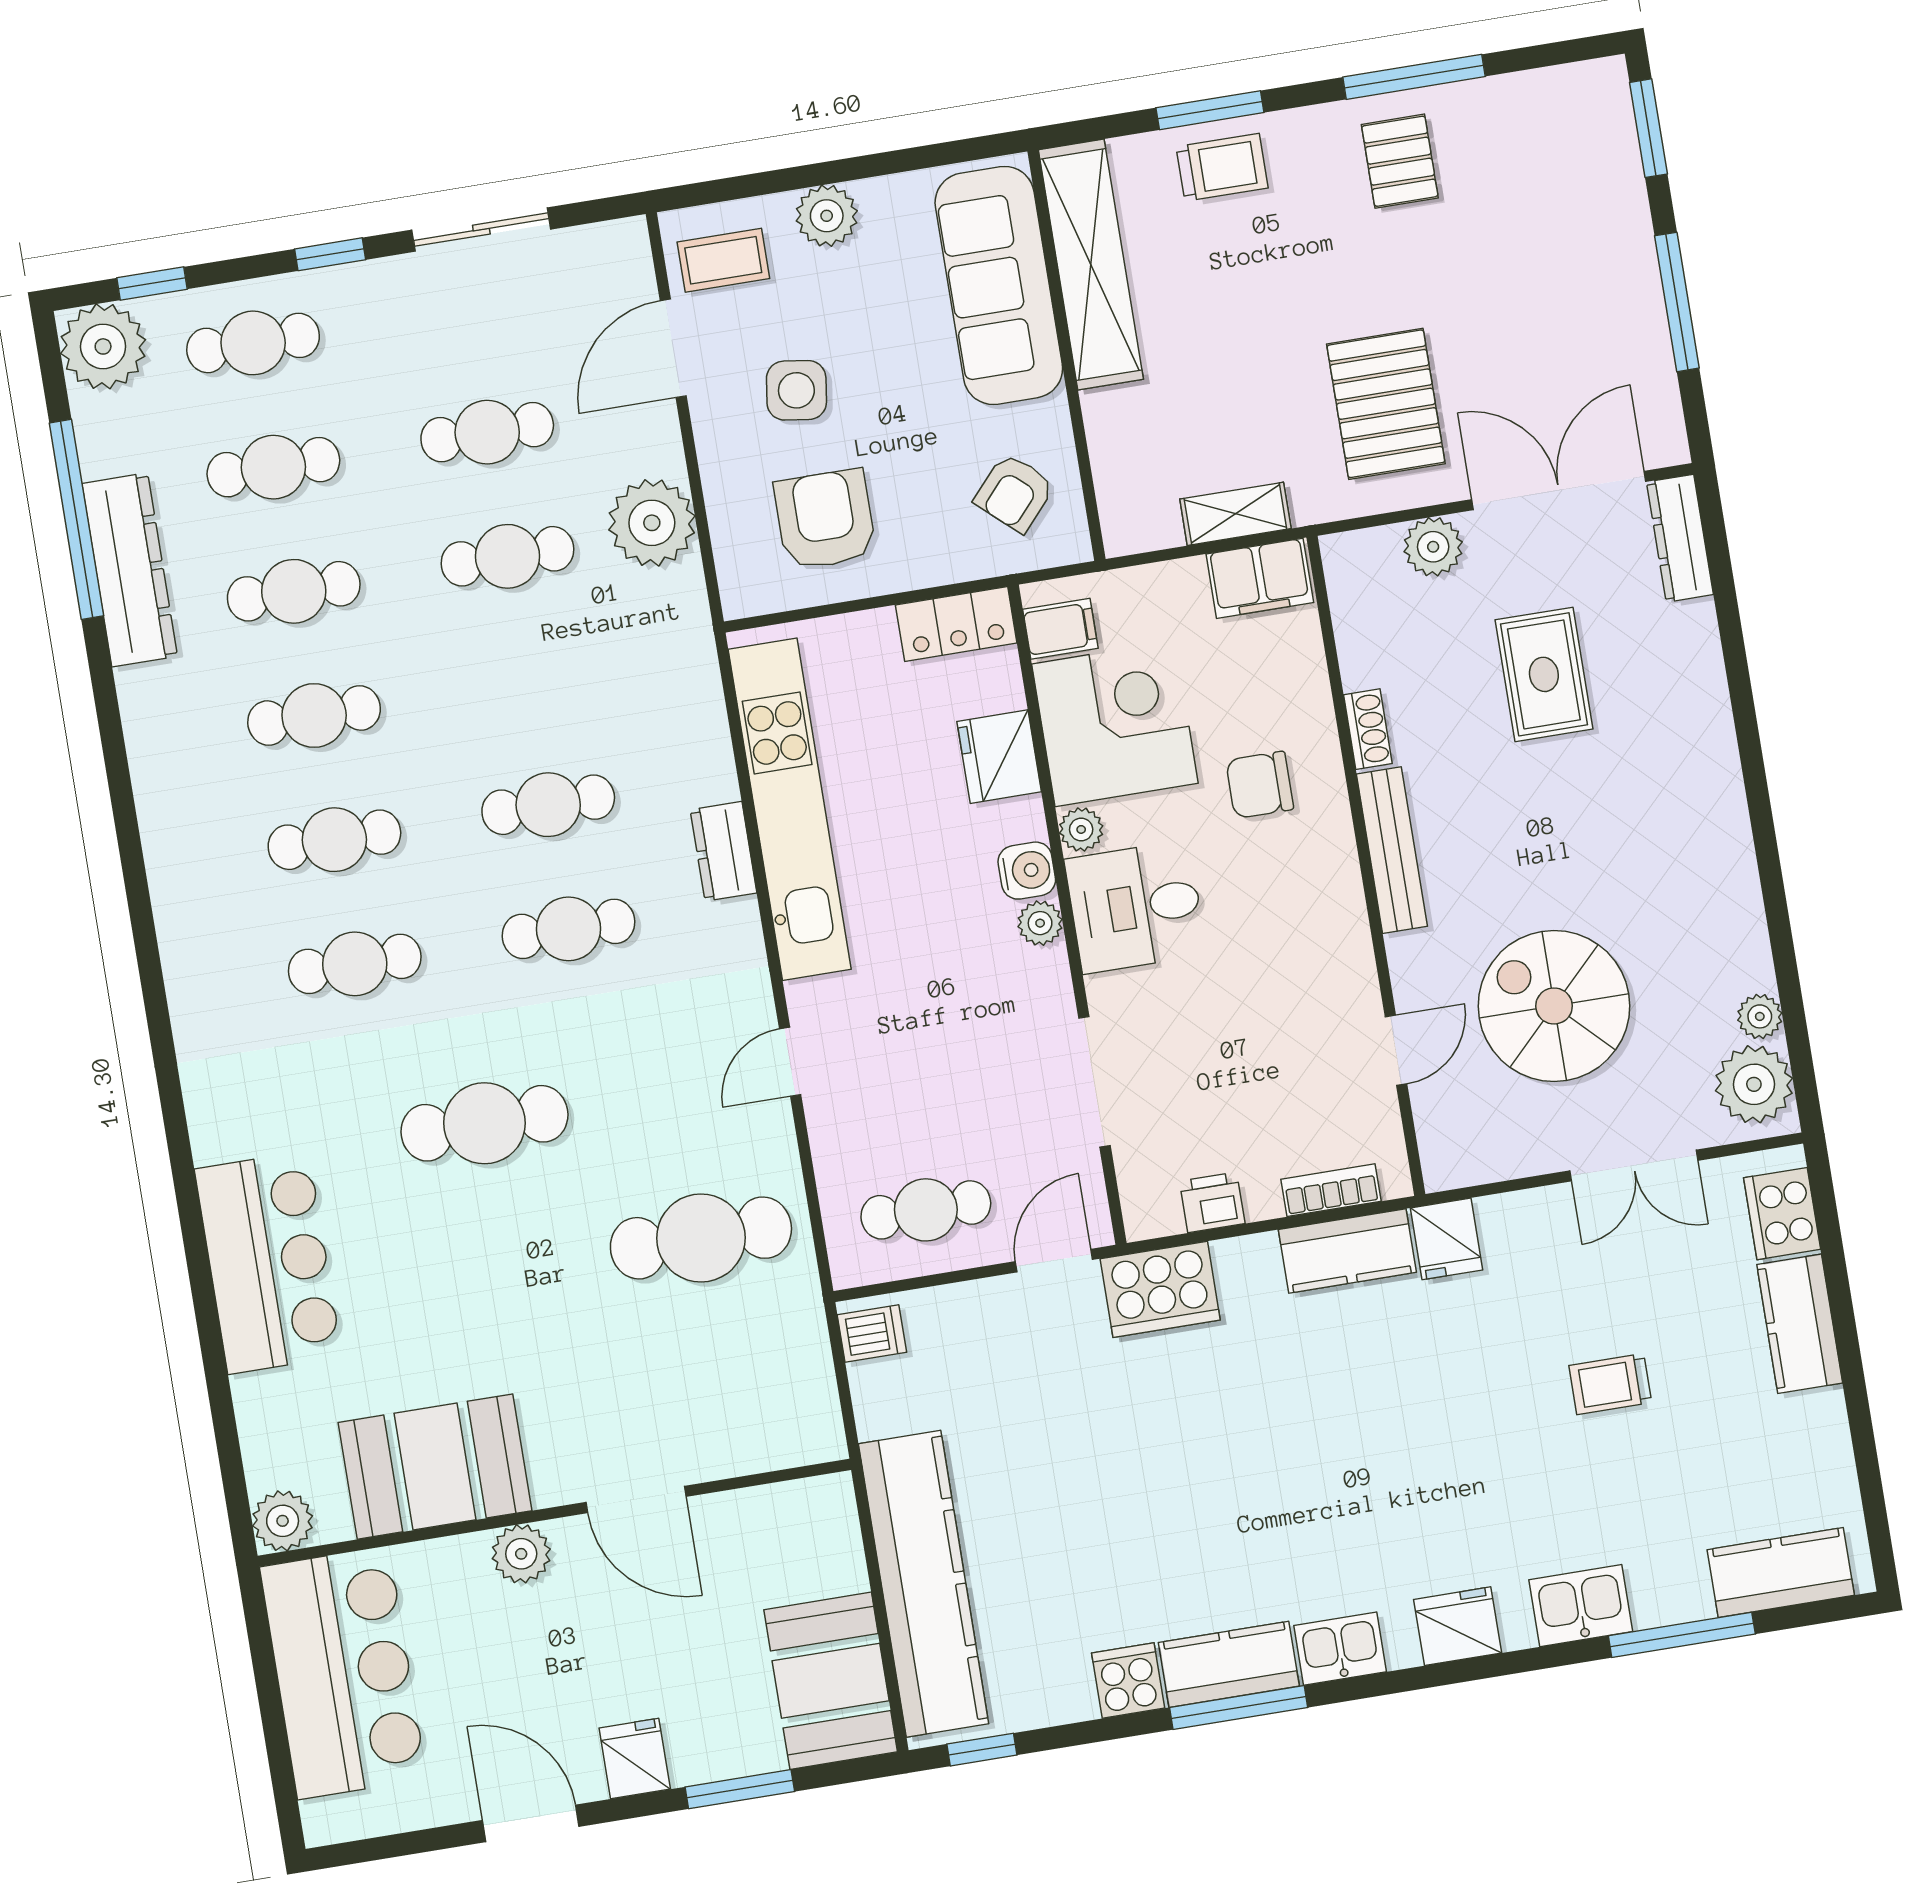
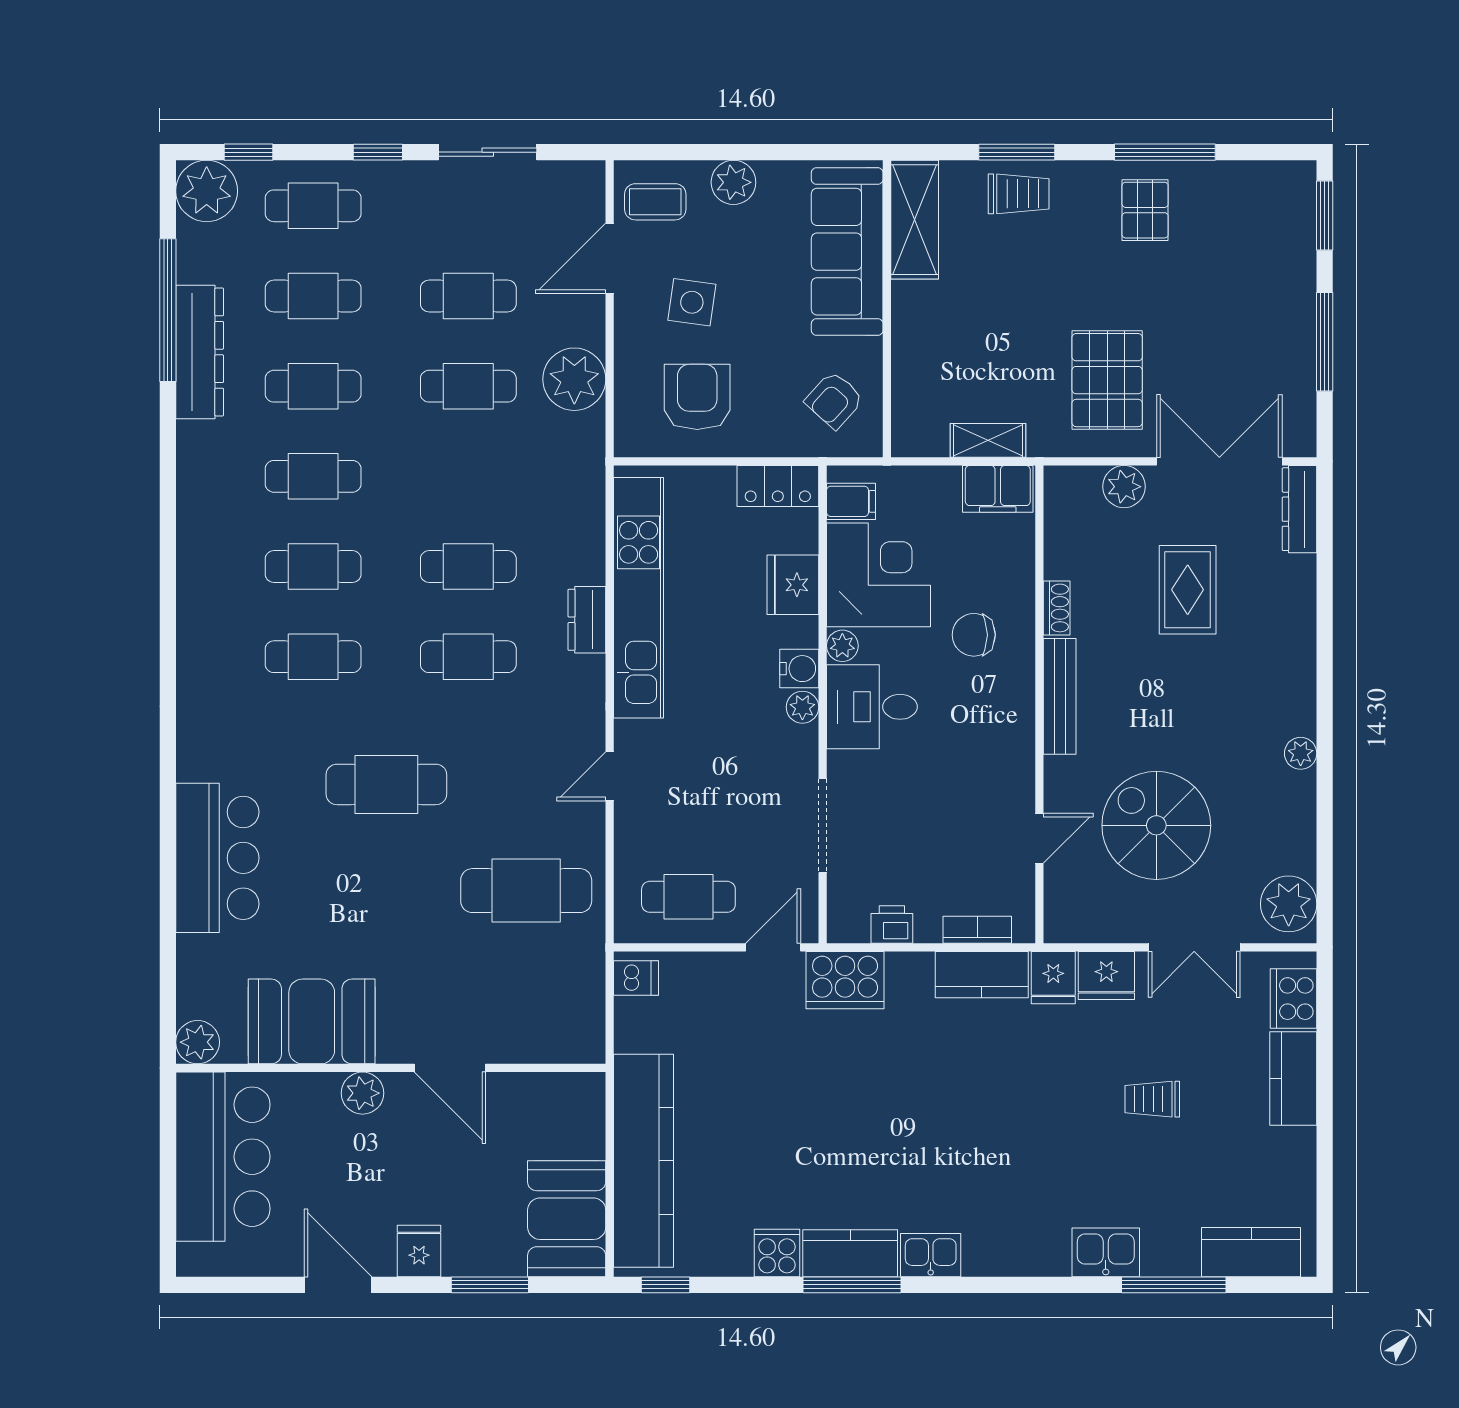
shelving: (1091, 265) -> (915, 220), width x0.68
plant: (1760, 1016) -> (1301, 753), moved
fridge: (1458, 1626) -> (1106, 976), moved, turned 180

